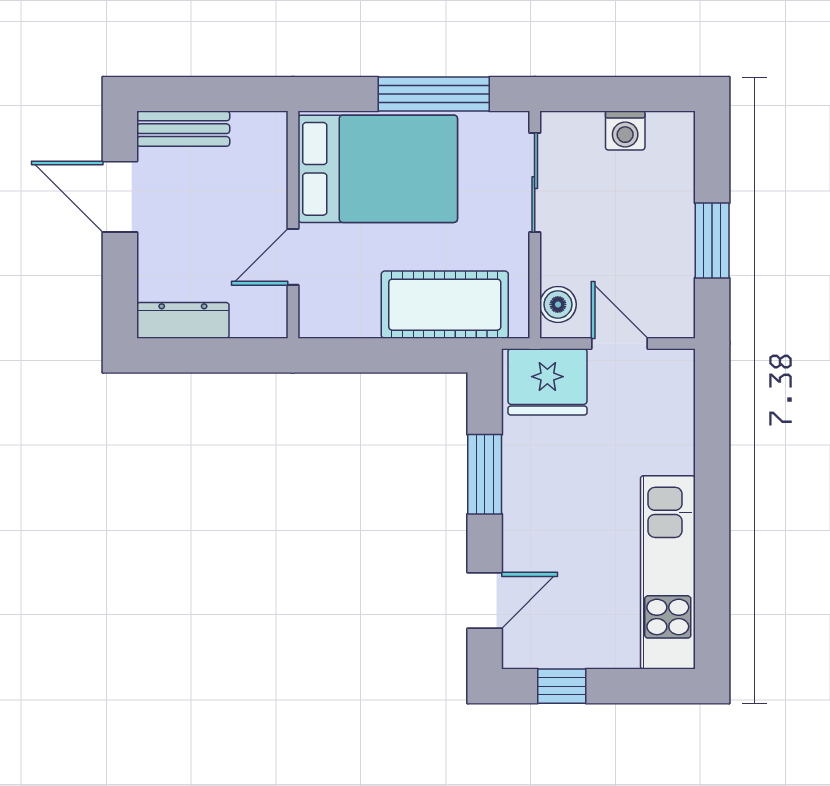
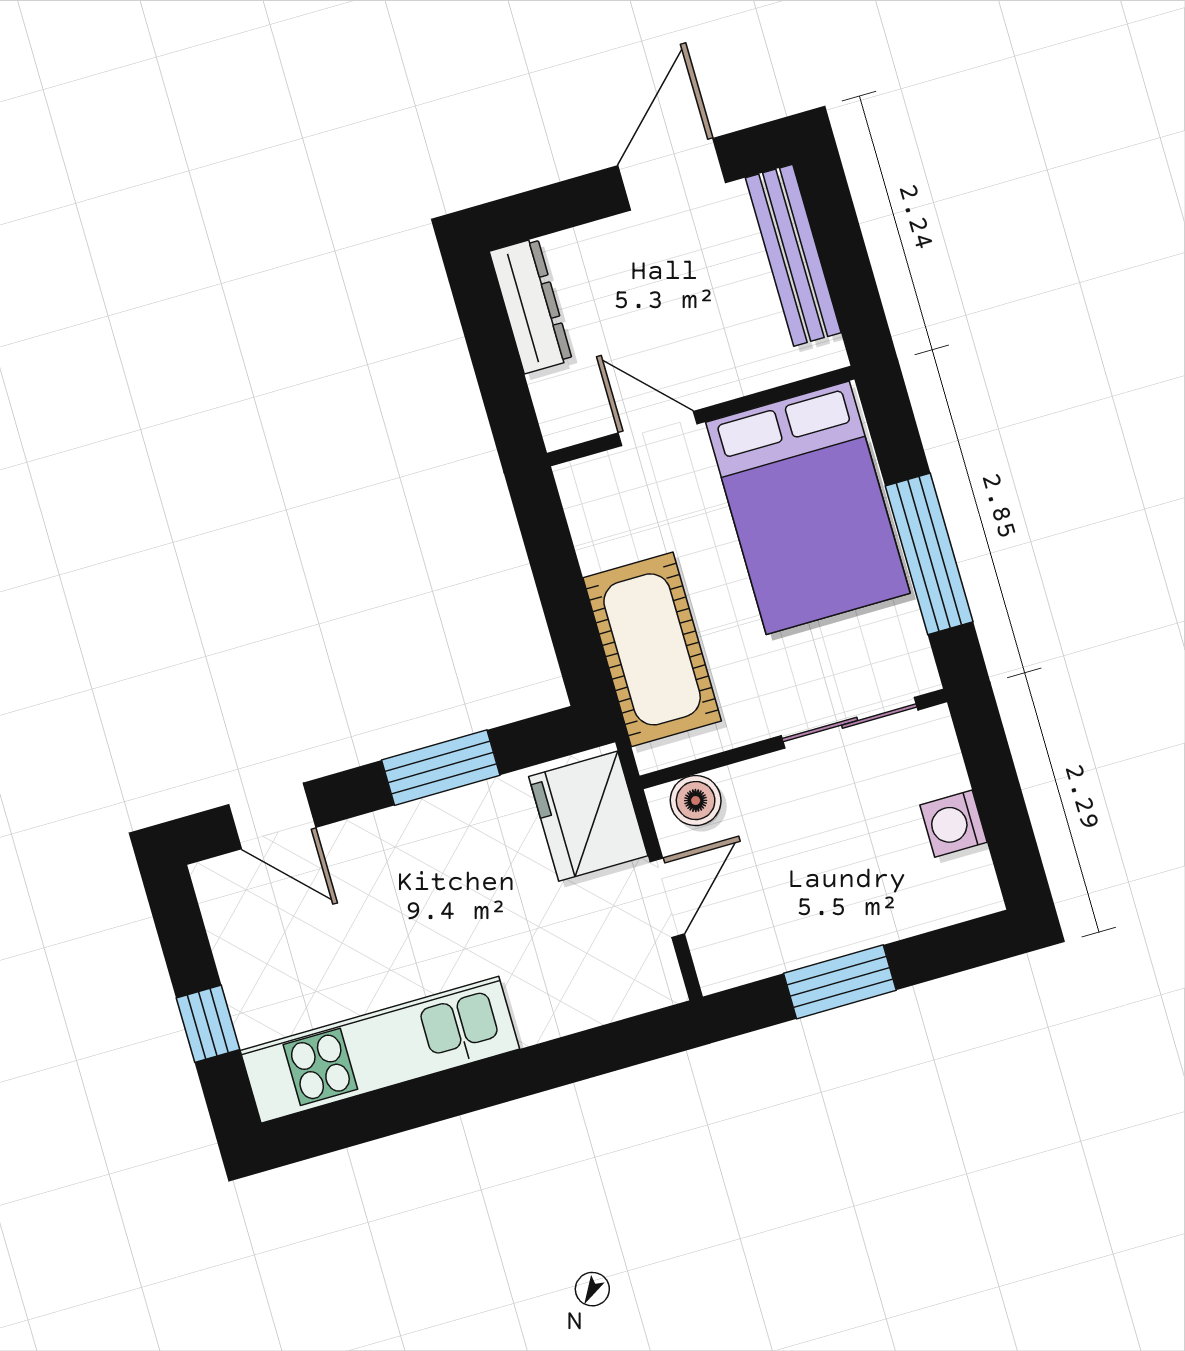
bench: (183, 129) -> (793, 255), width x1.36
window: (562, 686) -> (208, 1024), moved

